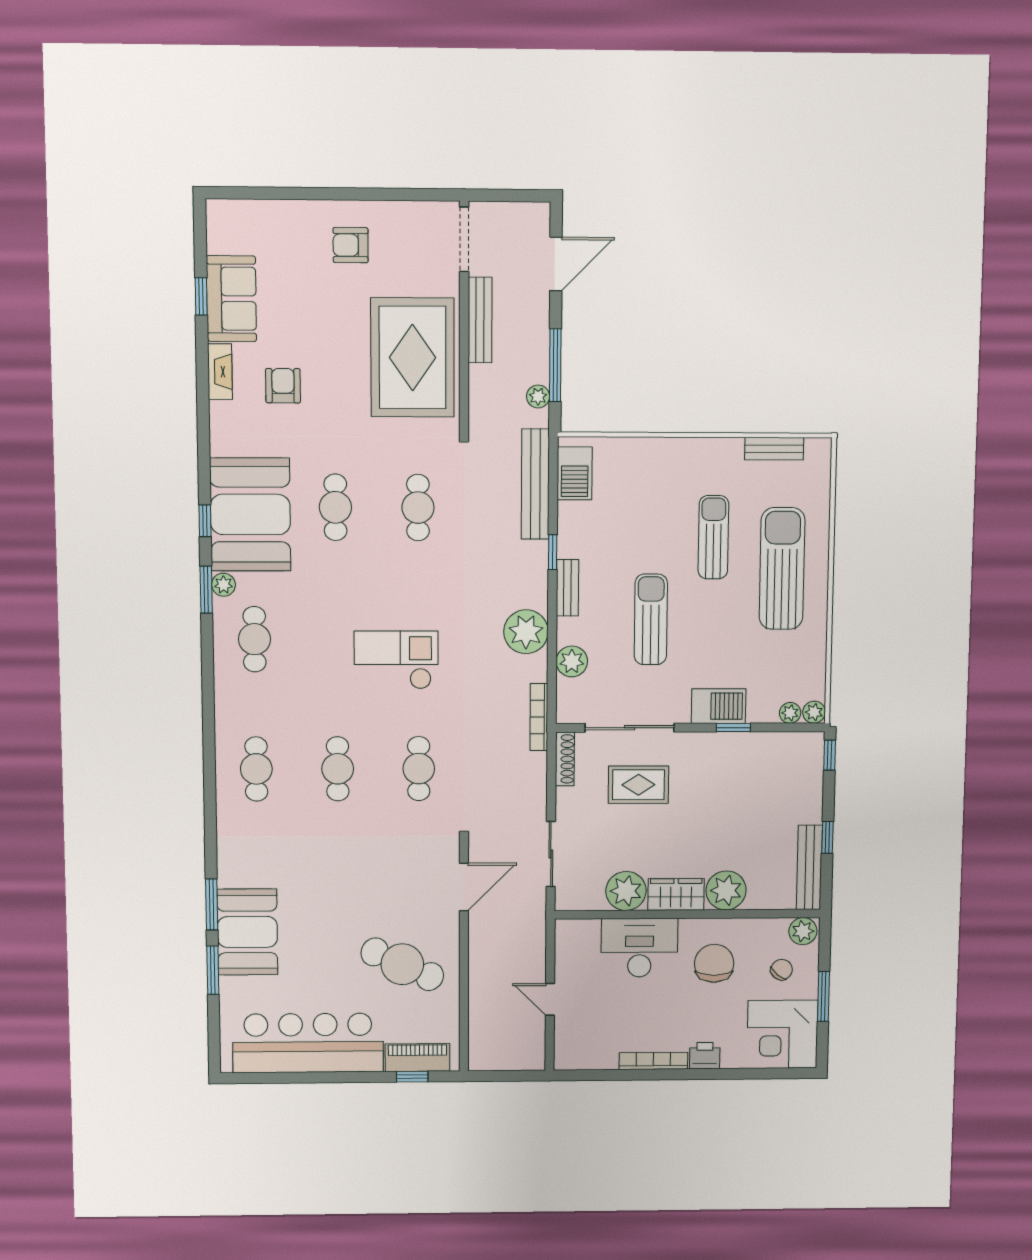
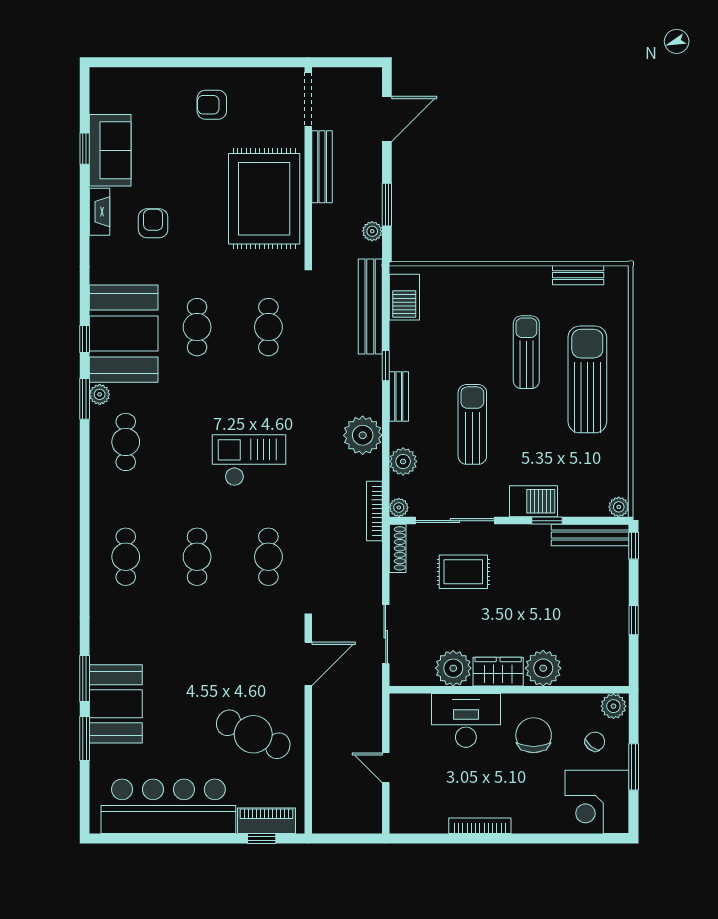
window: (555, 365) -> (387, 205), width x0.69
plant: (790, 713) -> (399, 507), moved
bench: (809, 867) -> (590, 535), moved, turned 90
printer: (705, 1056) -> (527, 821), removed

